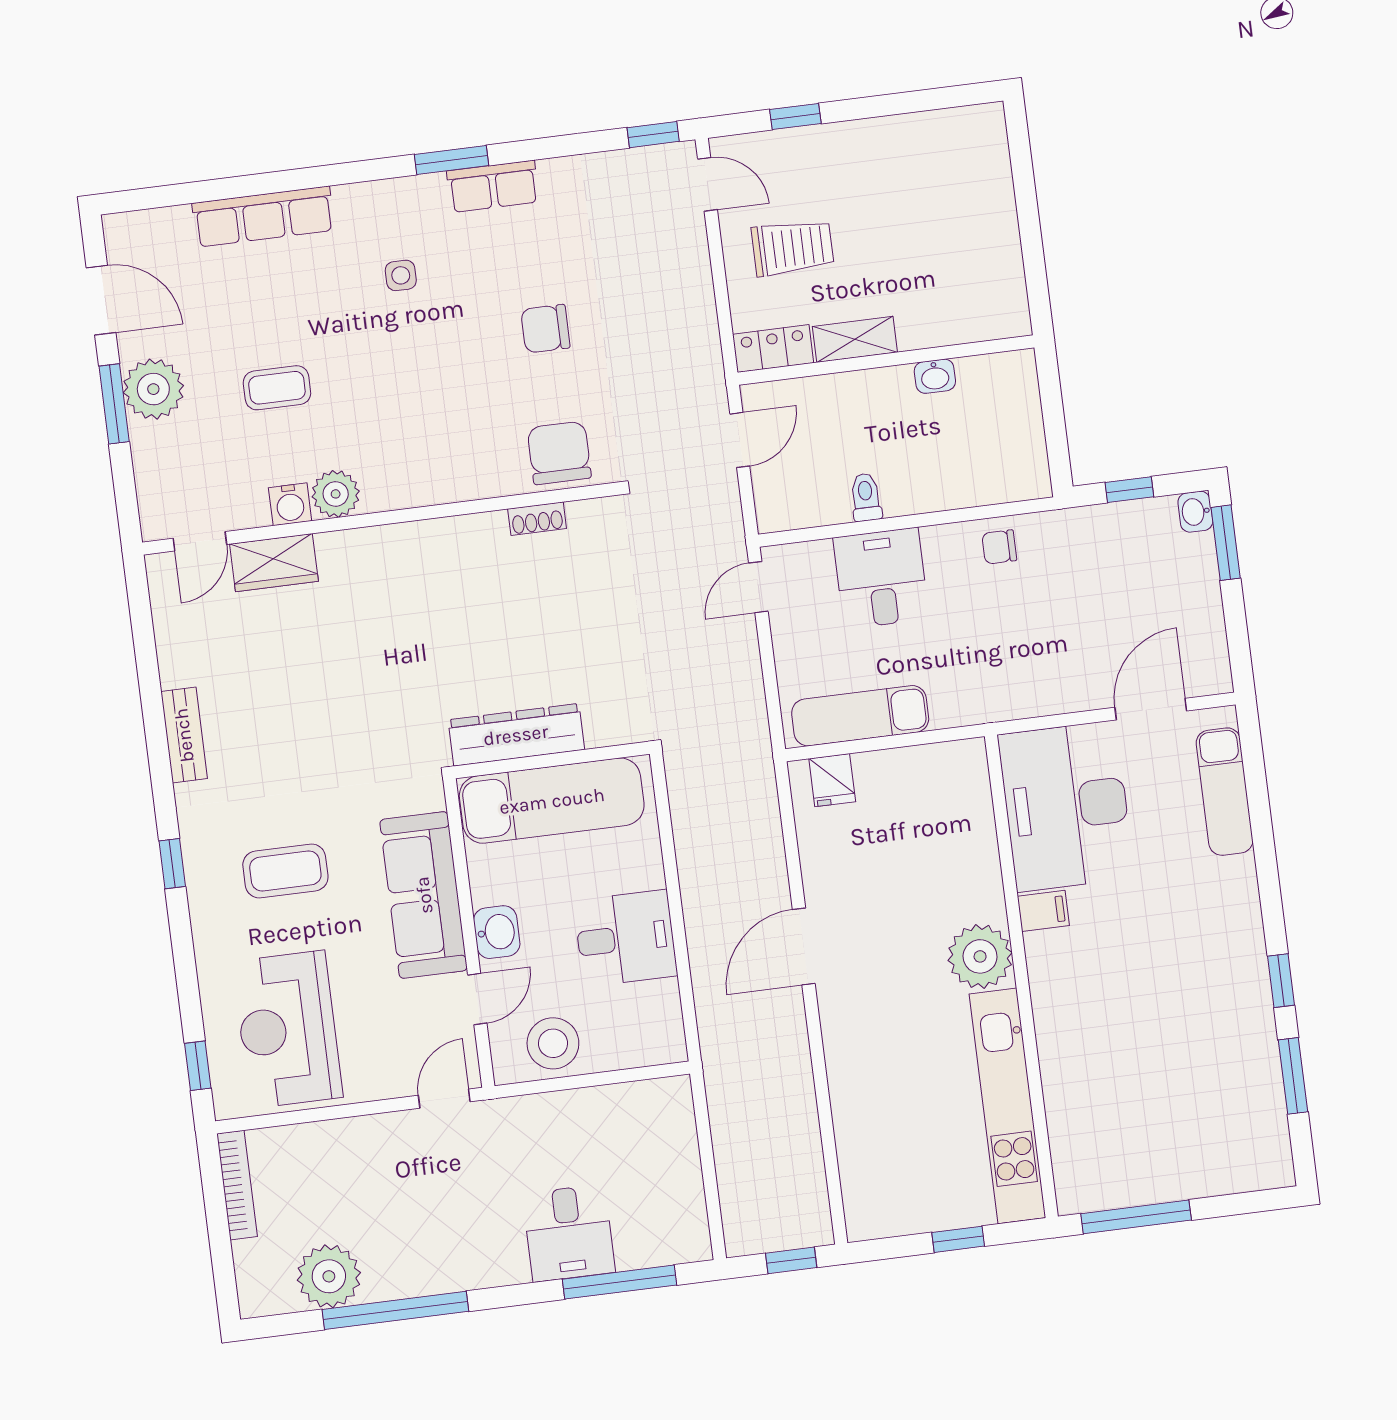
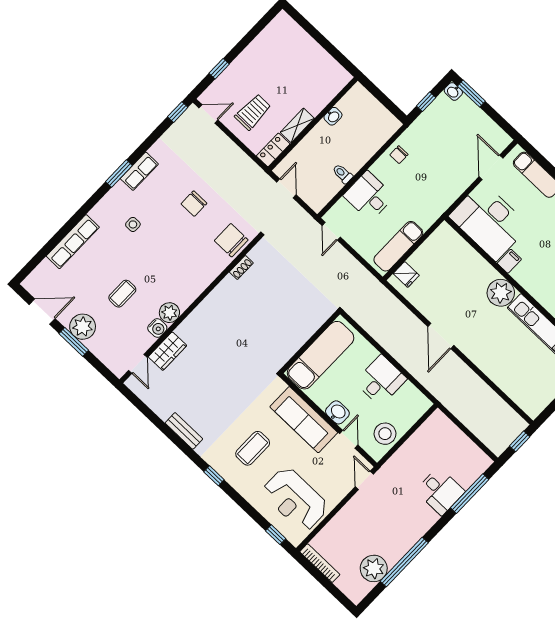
dresser: (516, 735) -> (292, 343), removed

